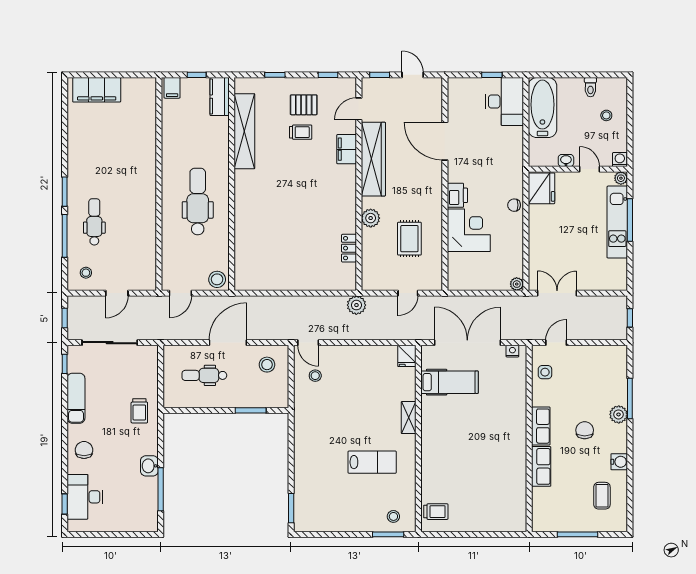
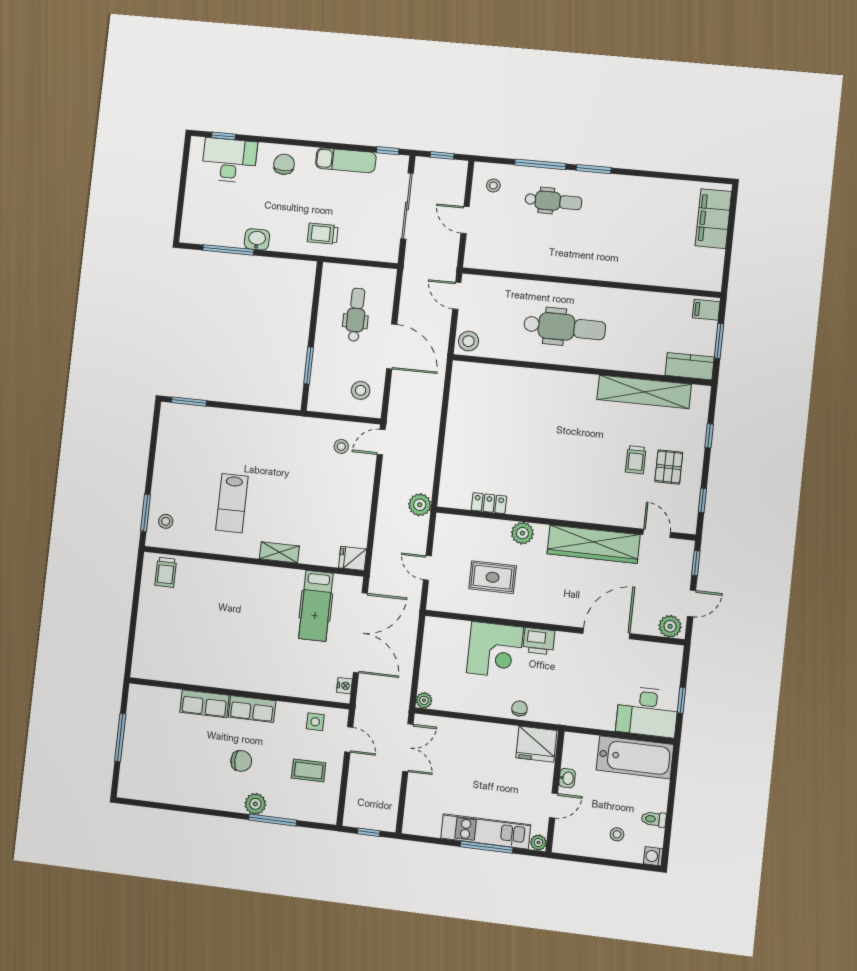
window: (197, 75) -> (719, 341), width x1.50
plant: (433, 90) -> (670, 626), added
filing cabinet: (347, 149) -> (609, 513), removed
washing machine: (620, 160) -> (653, 856), moved, turned 180
chair: (84, 450) -> (284, 164), turned -90
water cooler: (619, 462) -> (200, 798), removed
coffee table: (602, 496) -> (309, 770), moved

